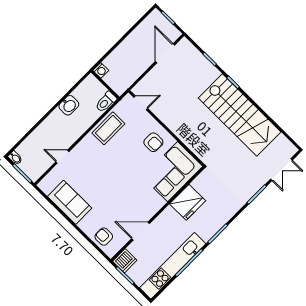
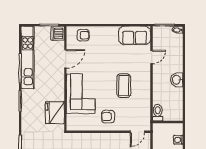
washing machine: (101, 70) -> (178, 140), moved
washbasin: (69, 105) -> (177, 80), moved
coffee table: (108, 128) -> (124, 86), moved
corner sofa: (173, 172) -> (81, 94), moved
sofa: (70, 202) -> (135, 35), moved
fridge: (188, 202) -> (55, 113), moved

